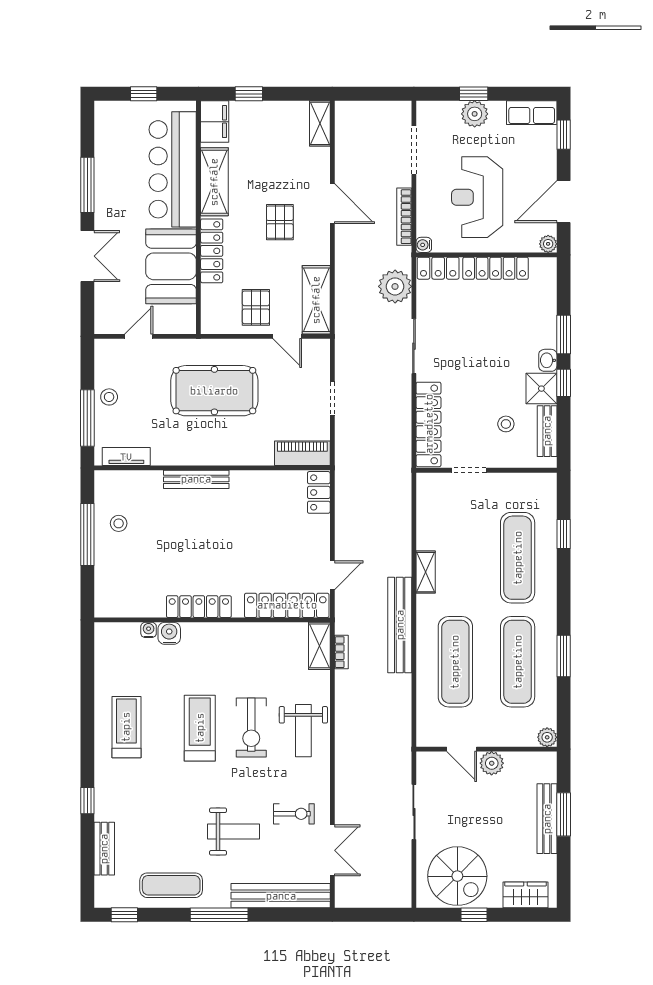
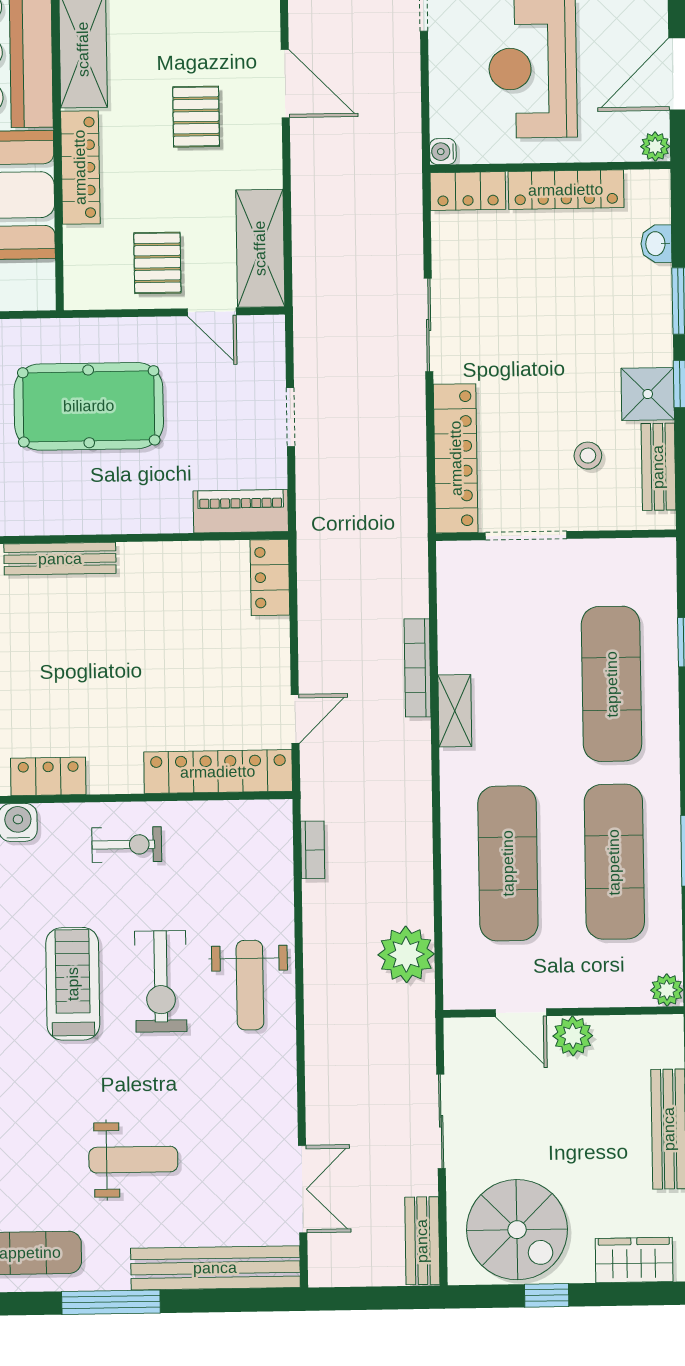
bookcase: (404, 217) -> (418, 668), moved
plant: (395, 286) -> (406, 954), moved
washbasin: (548, 360) -> (656, 244), moved
doorway: (469, 470) -> (526, 536), width x1.38
locker: (199, 607) -> (48, 776), width x0.66
bench: (400, 625) -> (422, 1241), moved, width x0.54, depth x0.82
shelving: (319, 646) -> (275, 840), removed
exercise bike: (294, 814) -> (127, 845), moved

